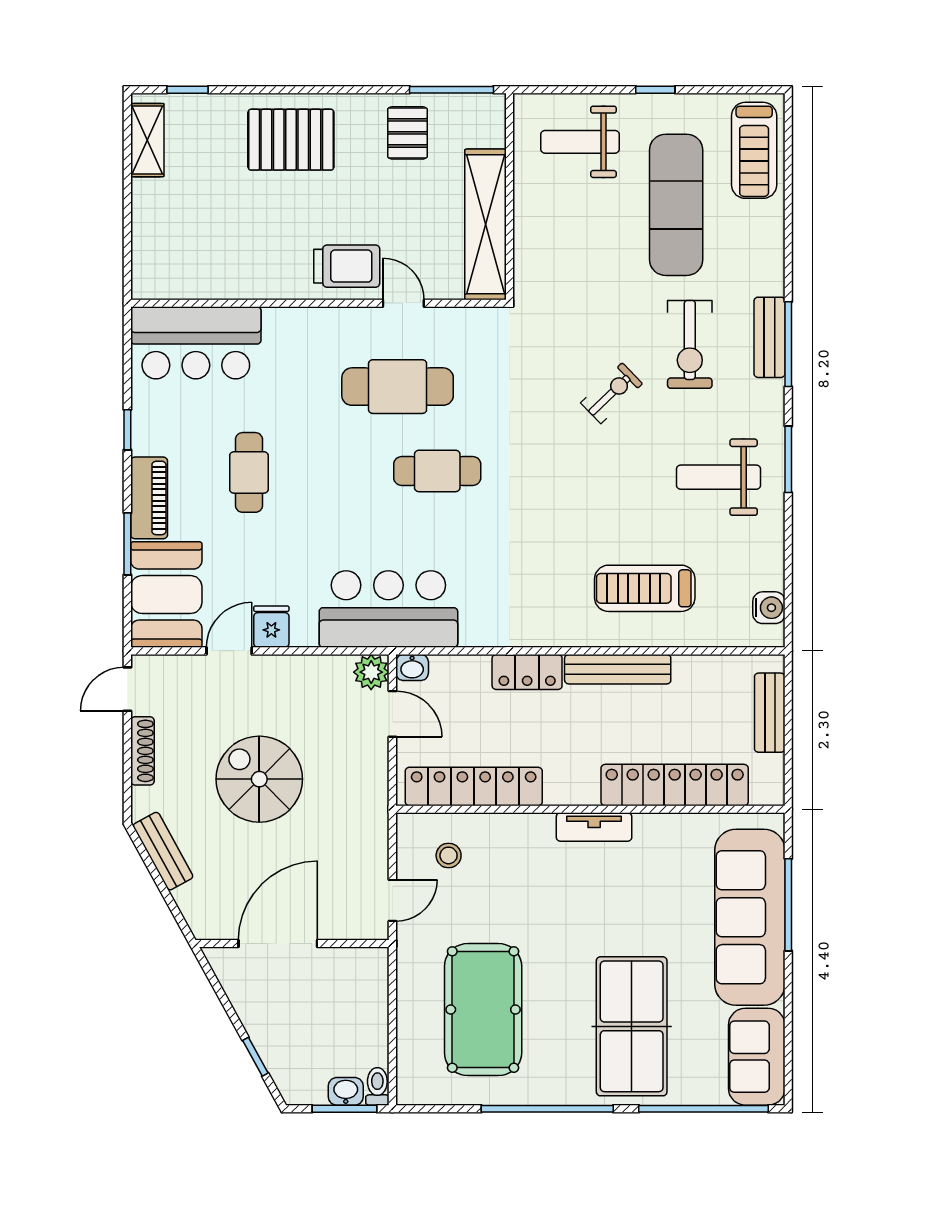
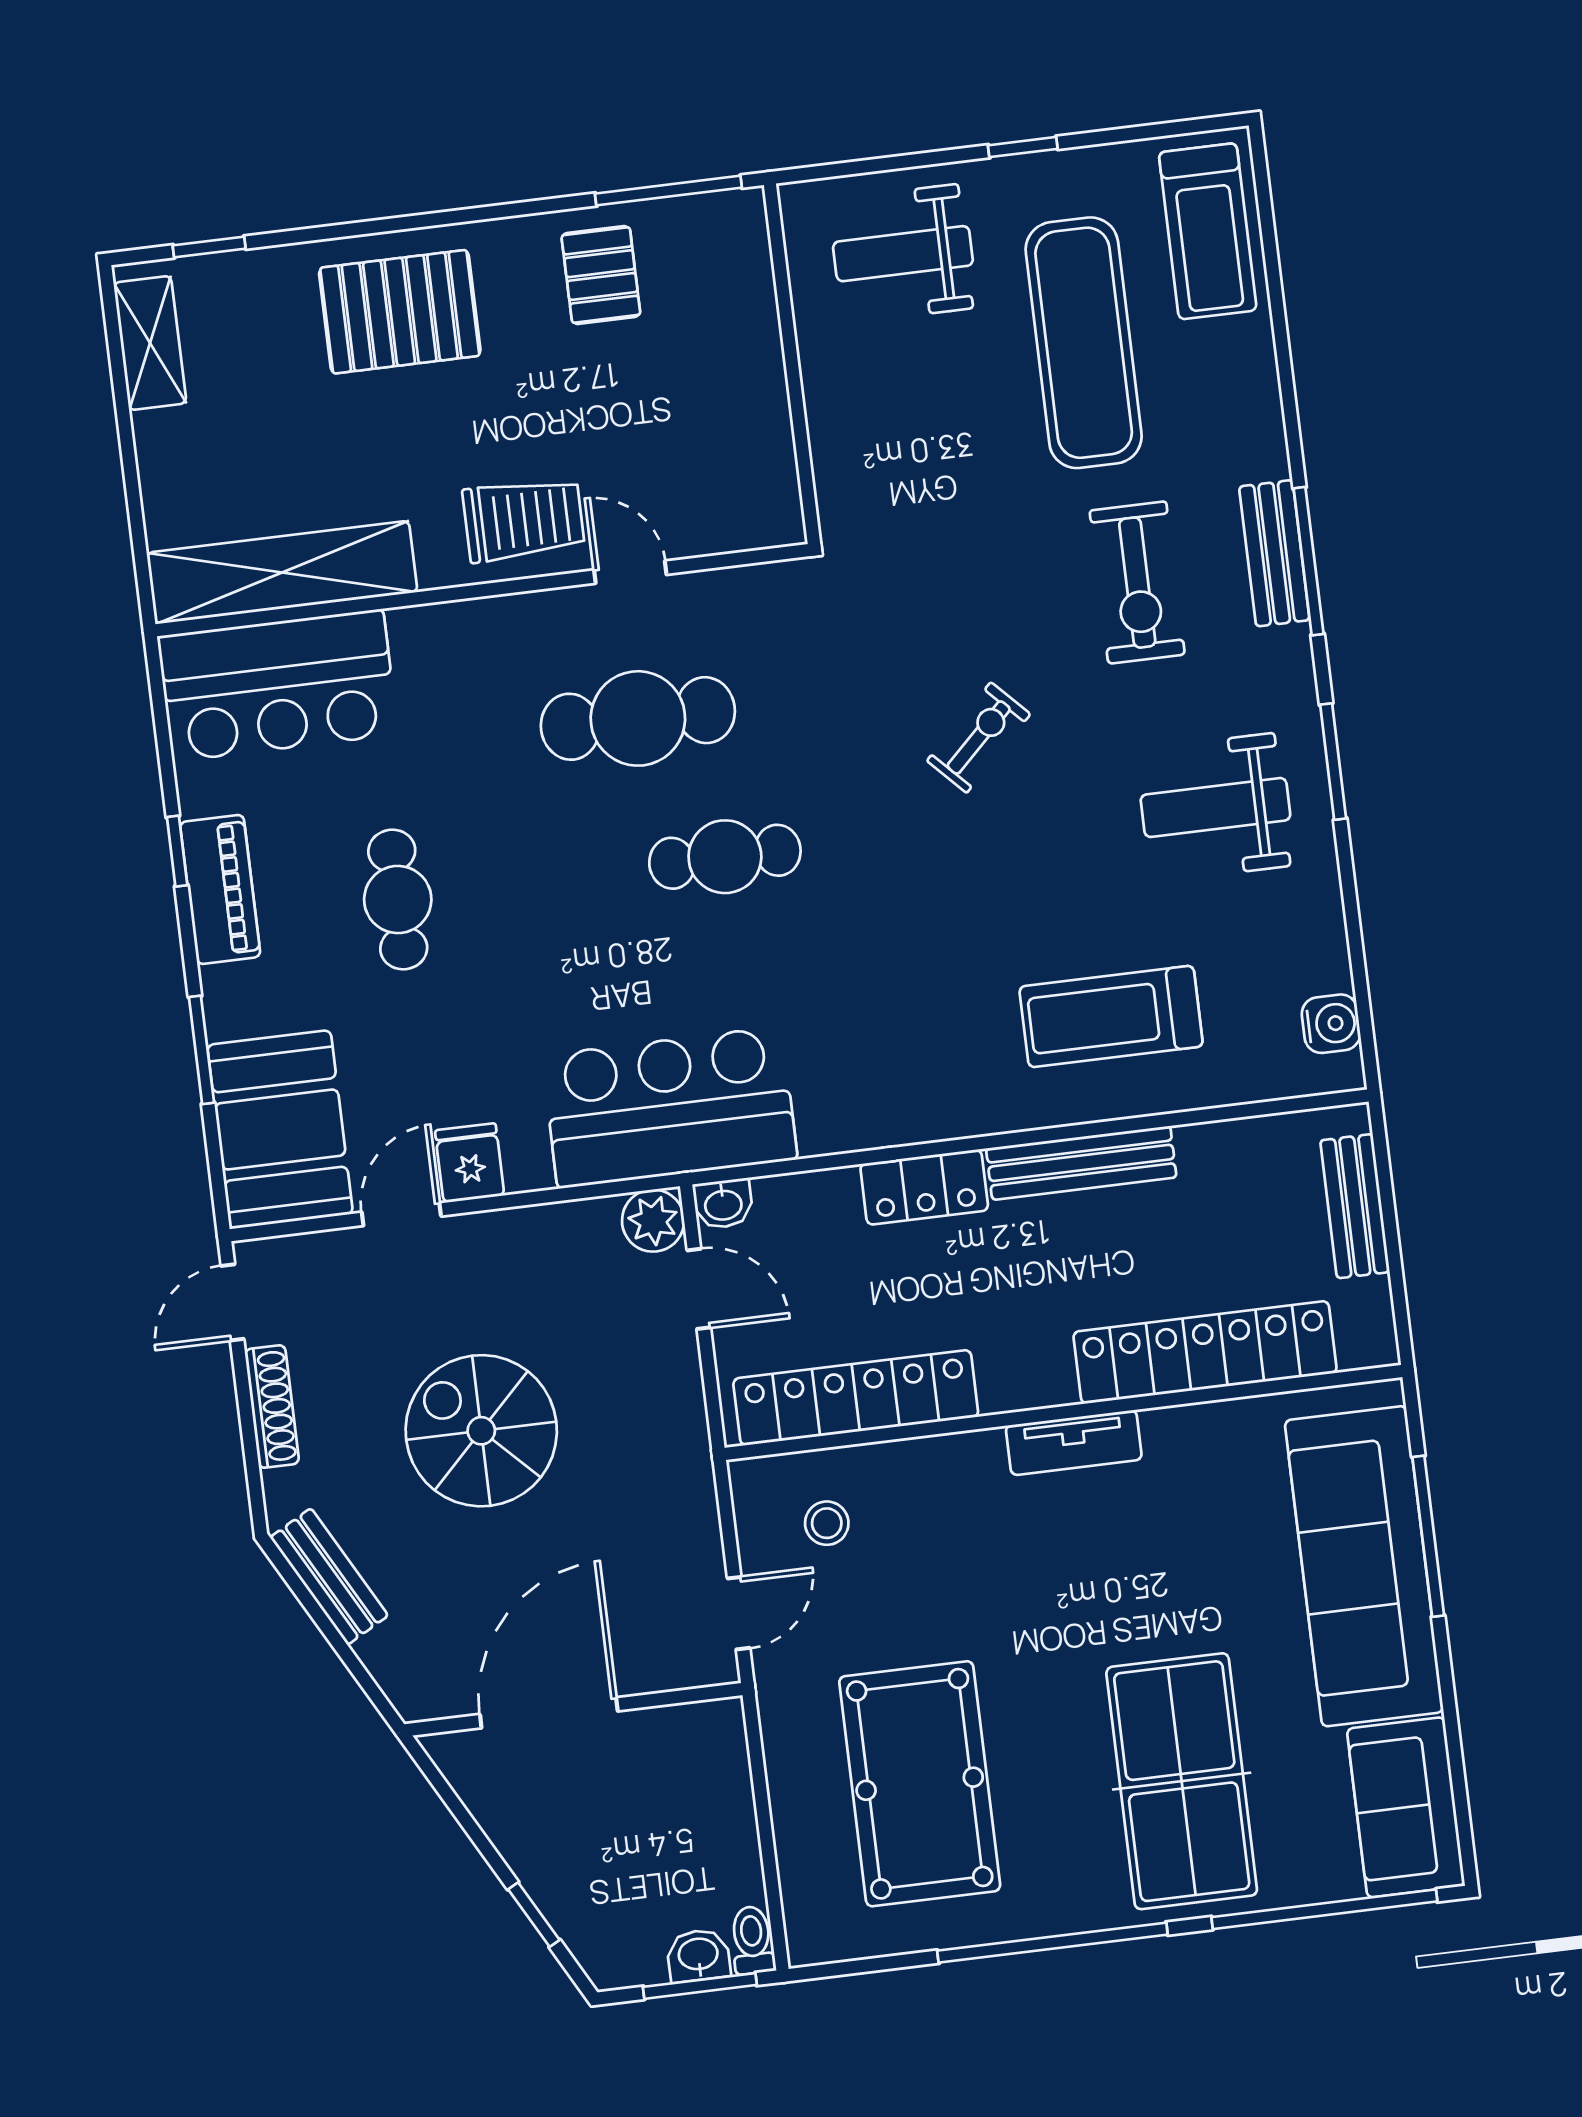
shelving: (485, 224) -> (282, 572), moved, turned 90
exercise bike: (612, 393) -> (979, 738), moved
piano: (149, 498) -> (220, 889), moved

